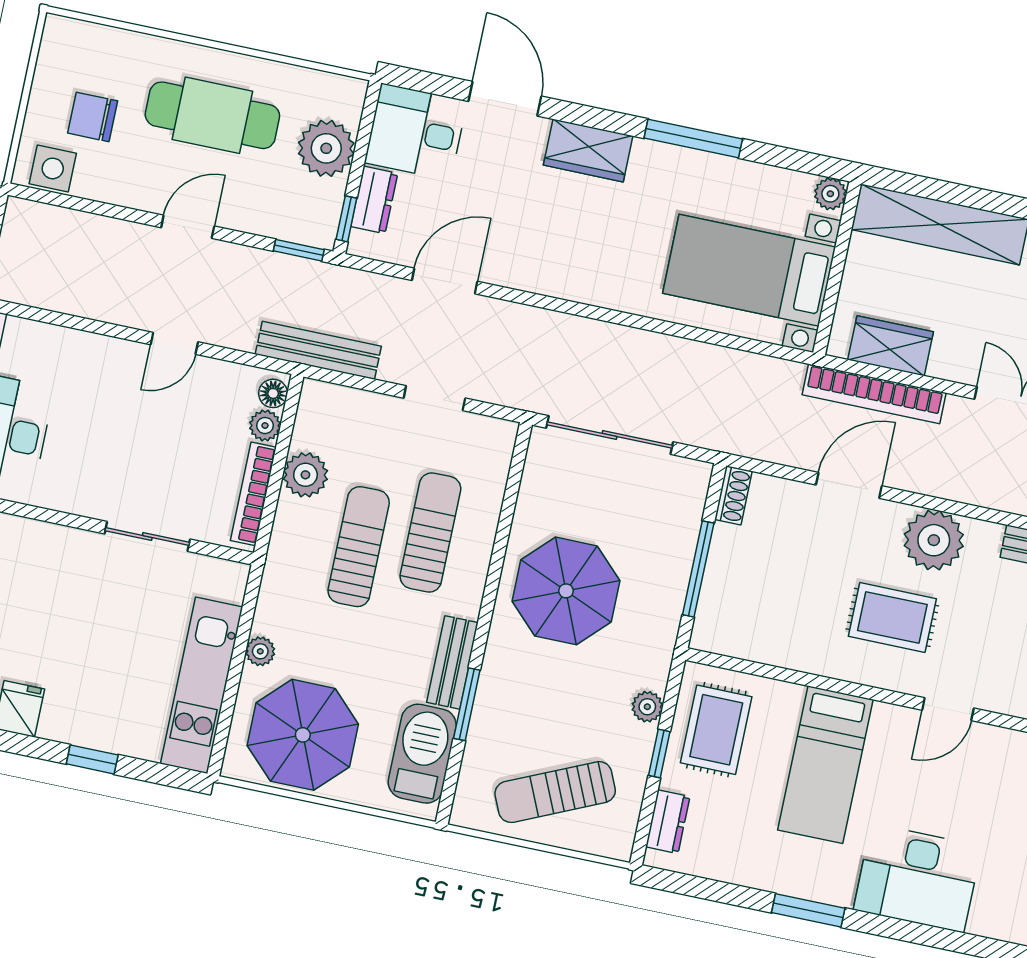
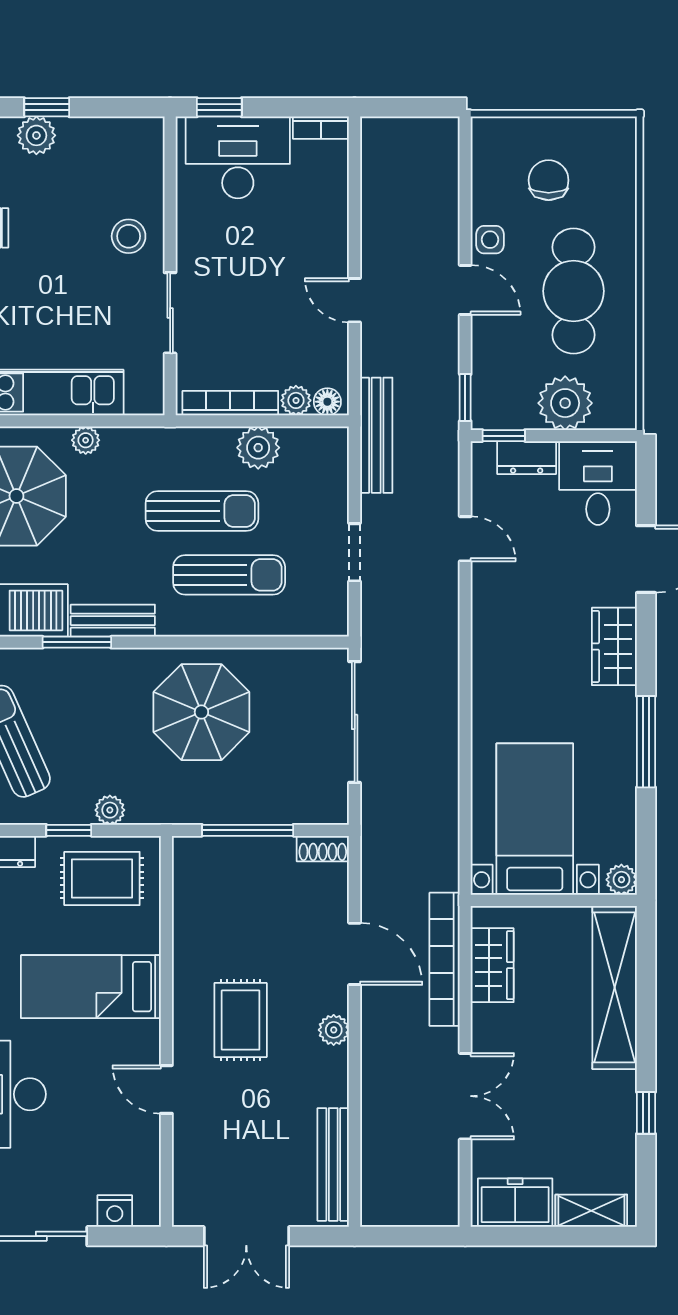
side table: (53, 168) -> (490, 240), moved, width x0.73, depth x0.73
door: (445, 281) -> (465, 539), width x0.73
plant: (934, 540) -> (334, 1030), width x0.53, depth x0.53
stool: (59, 563) -> (129, 236), added

